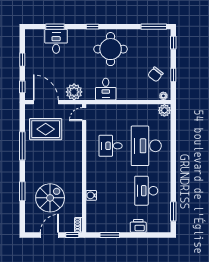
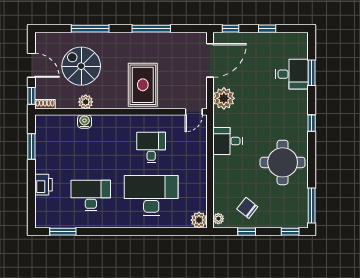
round table: (111, 49) -> (283, 162), moved
door: (84, 114) -> (194, 112), swing flipped
rug: (46, 129) -> (143, 85), moved
window: (22, 191) -> (90, 29), width x1.44
plant: (77, 195) -> (86, 102), added
spiral stairs: (50, 198) -> (81, 66), turned 180

